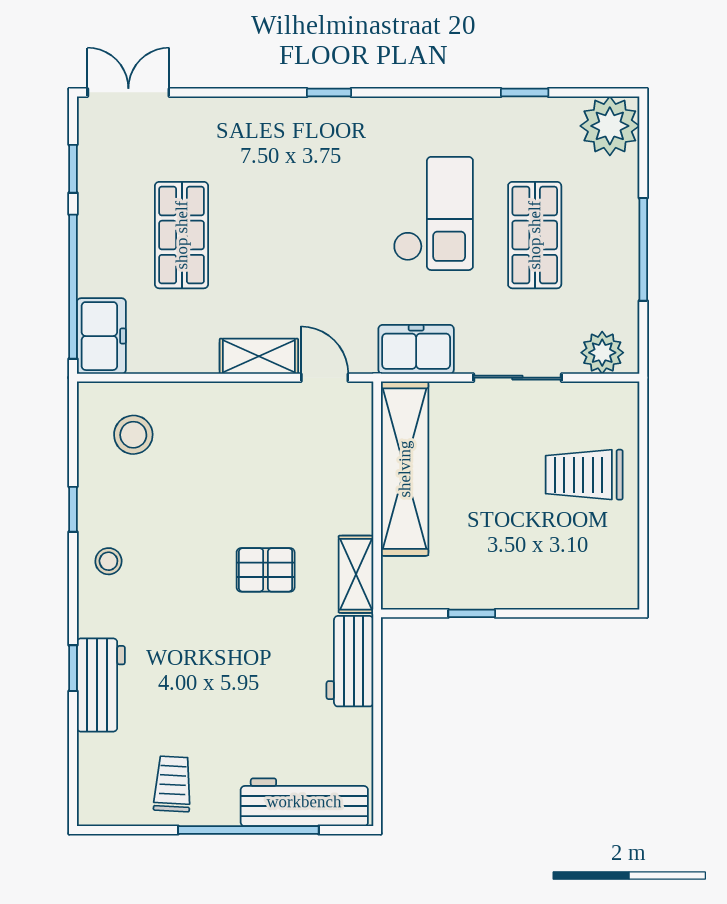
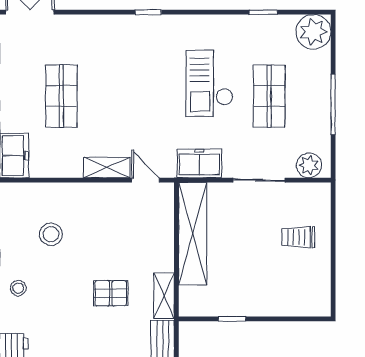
checkout: (433, 213) -> (209, 83), turned 180
stool: (133, 435) -> (51, 234), moved
trolley: (584, 475) -> (298, 237), width x0.73, depth x0.72

